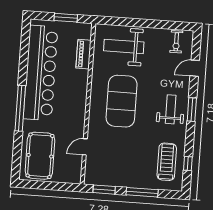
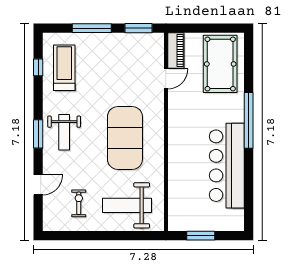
exercise bike: (176, 42) -> (79, 203), moved
weight bench: (124, 46) -> (127, 205), turned 180
piano: (83, 54) -> (176, 51), moved
bar counter: (41, 73) -> (227, 166), width x0.73
treadmill: (167, 162) -> (64, 68), turned 180

